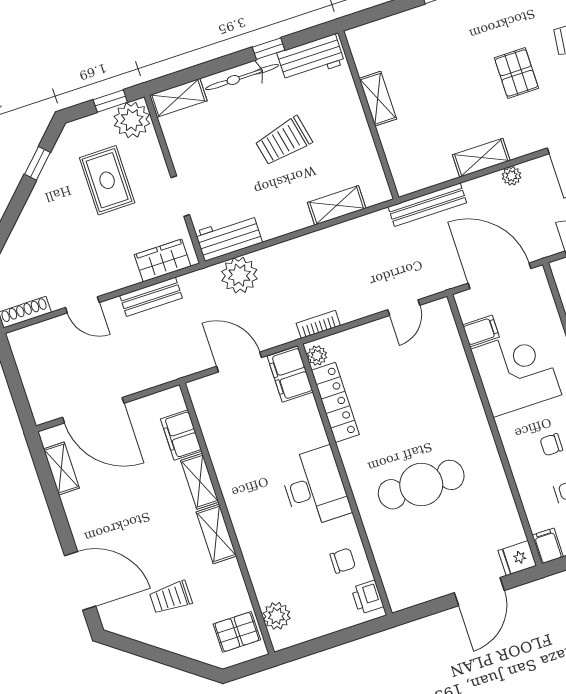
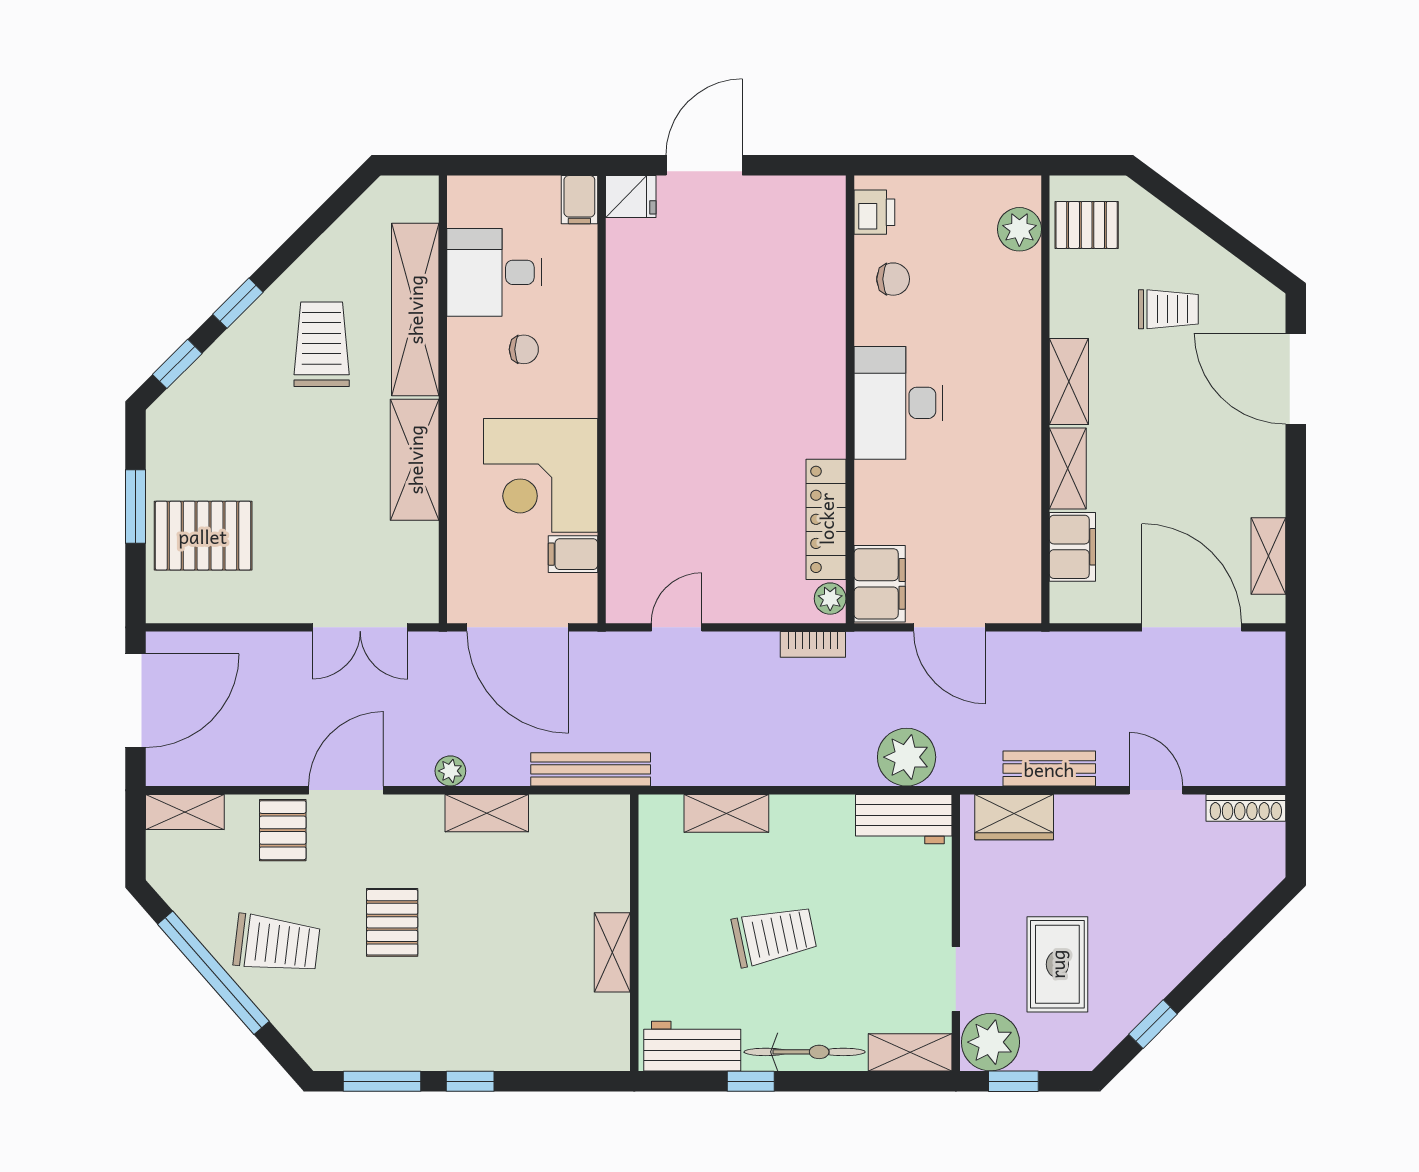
doorway: (180, 196) -> (956, 979), moved
cafe table: (421, 485) -> (738, 354), removed
chair: (343, 561) -> (893, 279), turned 180

